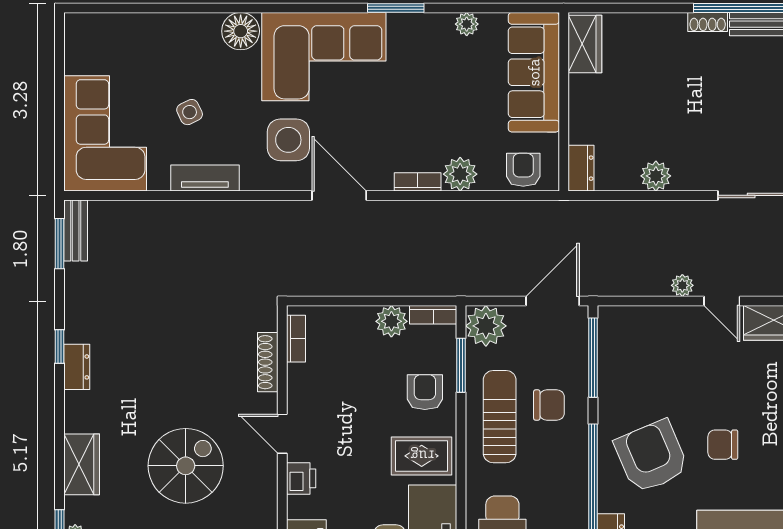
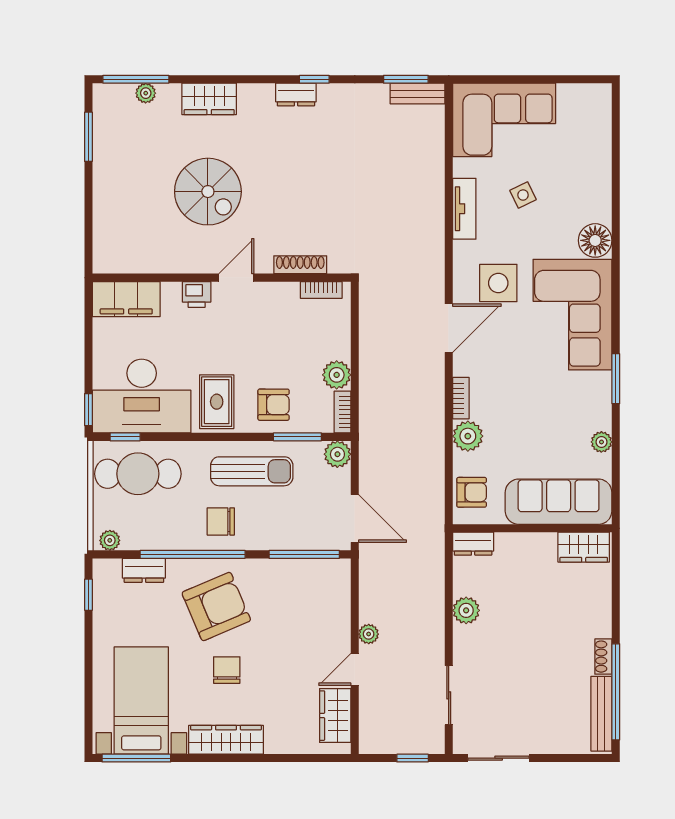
plant: (486, 326) -> (337, 454), width x0.73, depth x0.73
chair: (549, 405) -> (221, 521), moved, turned 90

